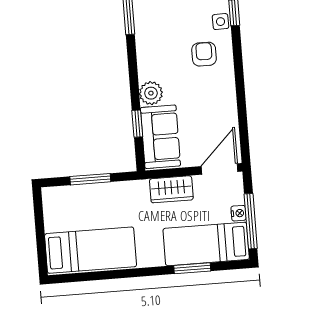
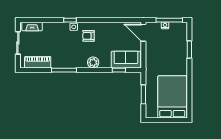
plant: (151, 93) -> (93, 62), moved
wardrobe: (171, 189) -> (151, 56), removed
bed: (206, 244) -> (178, 42), removed
bed: (91, 250) -> (172, 97), width x1.50

